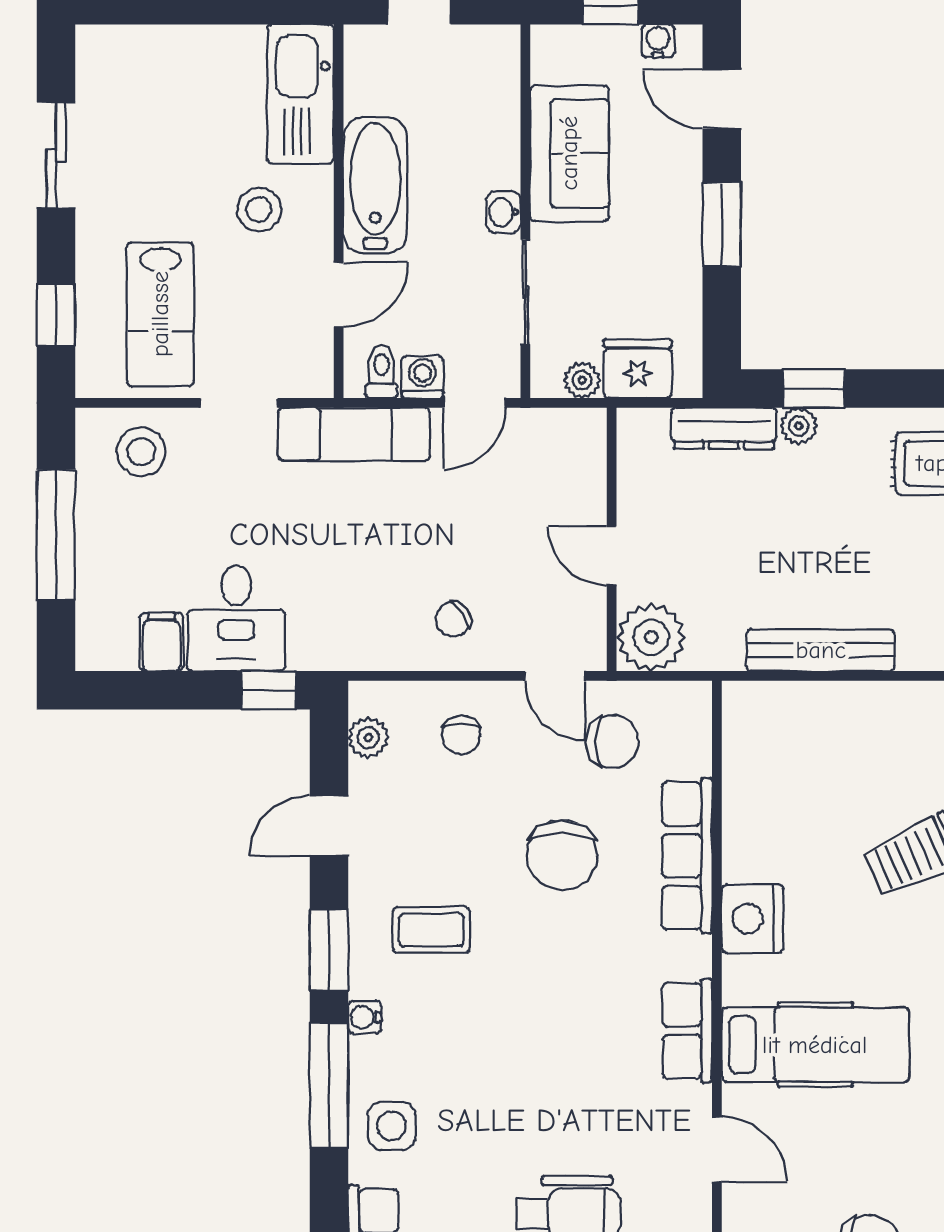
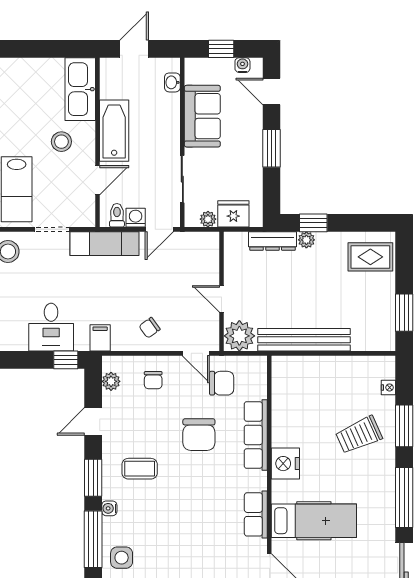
washbasin: (503, 212) -> (172, 82), moved
filing cabinet: (162, 642) -> (100, 338), moved
bench: (821, 650) -> (304, 340), width x1.37, depth x1.21

